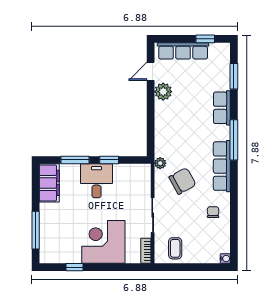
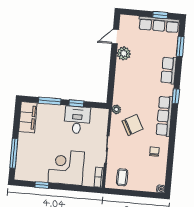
row of seats: (183, 51) -> (159, 24), moved
window: (234, 140) -> (176, 96), width x0.46
desk: (96, 181) -> (77, 120), moved

